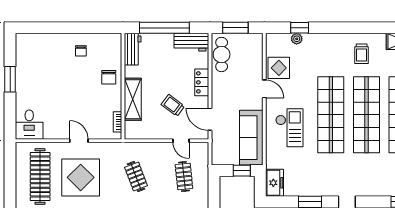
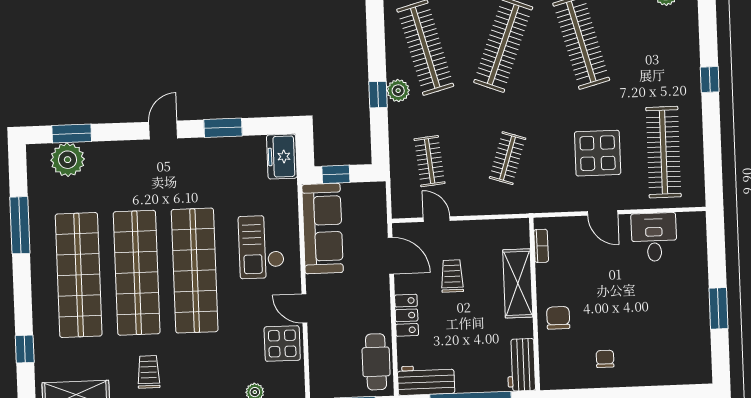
trolley: (173, 105) -> (452, 276), turned -127
desk: (29, 125) -> (654, 237), moved
display table: (81, 177) -> (598, 153), width x0.73, depth x0.73
clothes rail: (136, 177) -> (508, 158), turned 39

